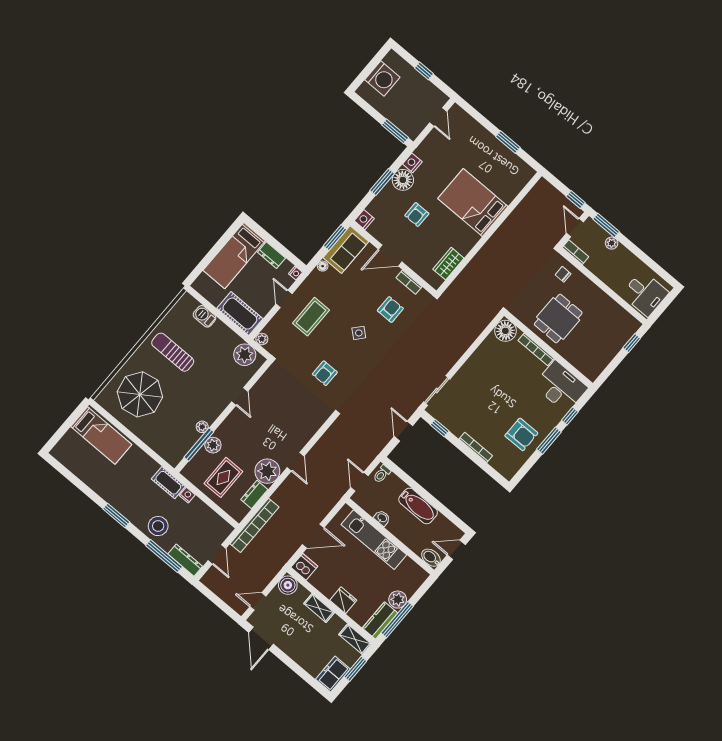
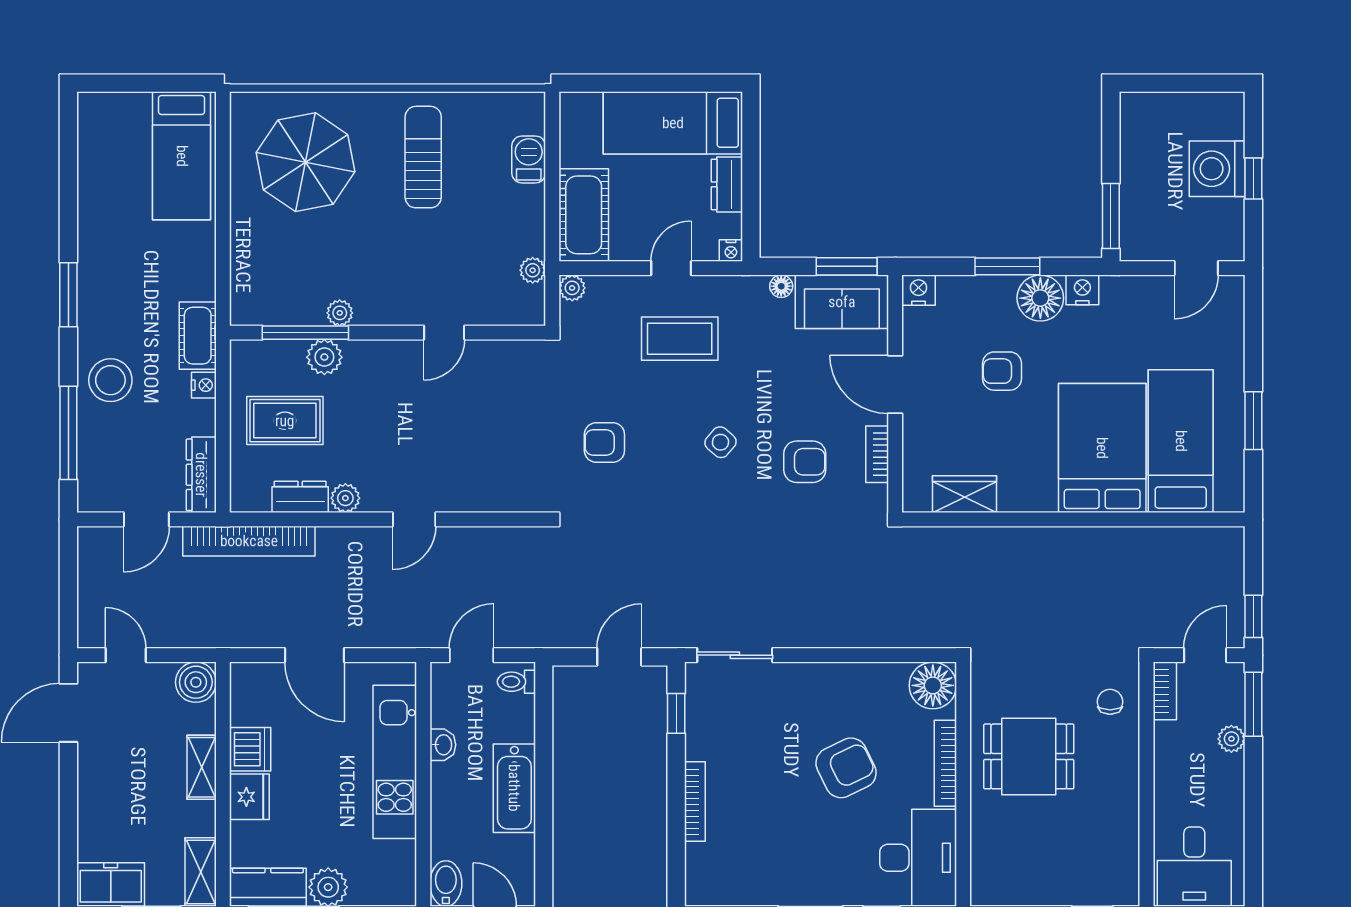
washing machine: (382, 78) -> (1217, 169), moved, turned 90
bed: (494, 173) -> (1181, 441), added
plant: (245, 355) -> (533, 270), width x0.53, depth x0.53
armchair: (521, 434) -> (846, 768), moved, turned -116
plant: (267, 471) -> (345, 498), width x0.53, depth x0.53
dresser: (185, 560) -> (201, 475), moved, turned 180
dishwasher: (304, 567) -> (250, 749), moved

